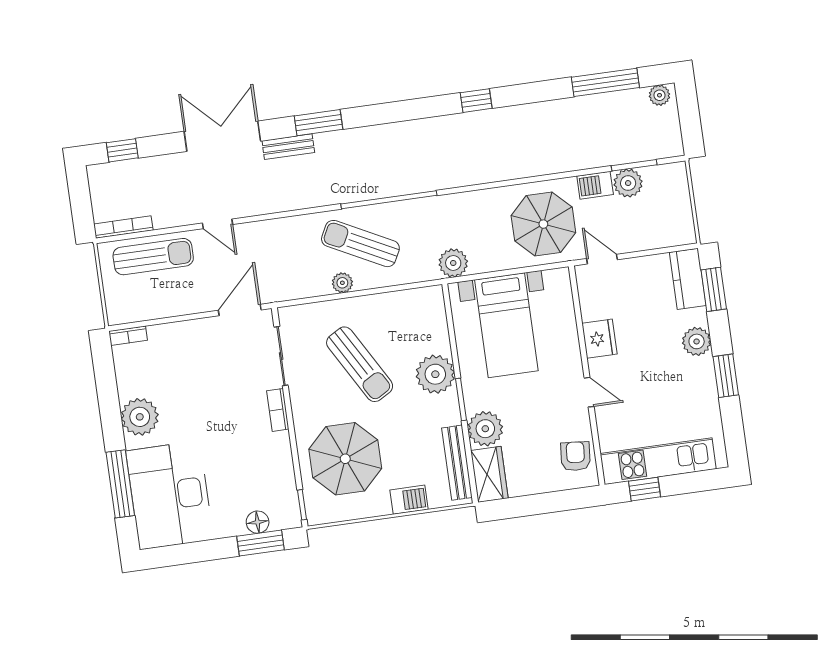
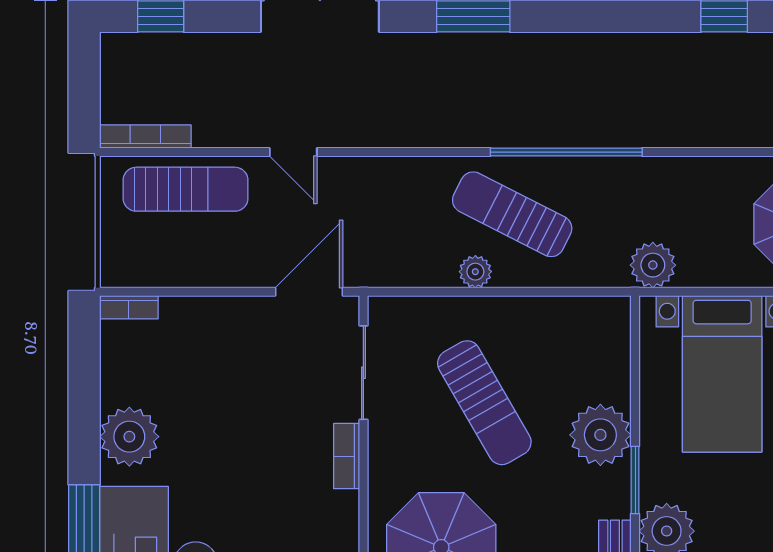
bench: (288, 147) -> (421, 47), removed

